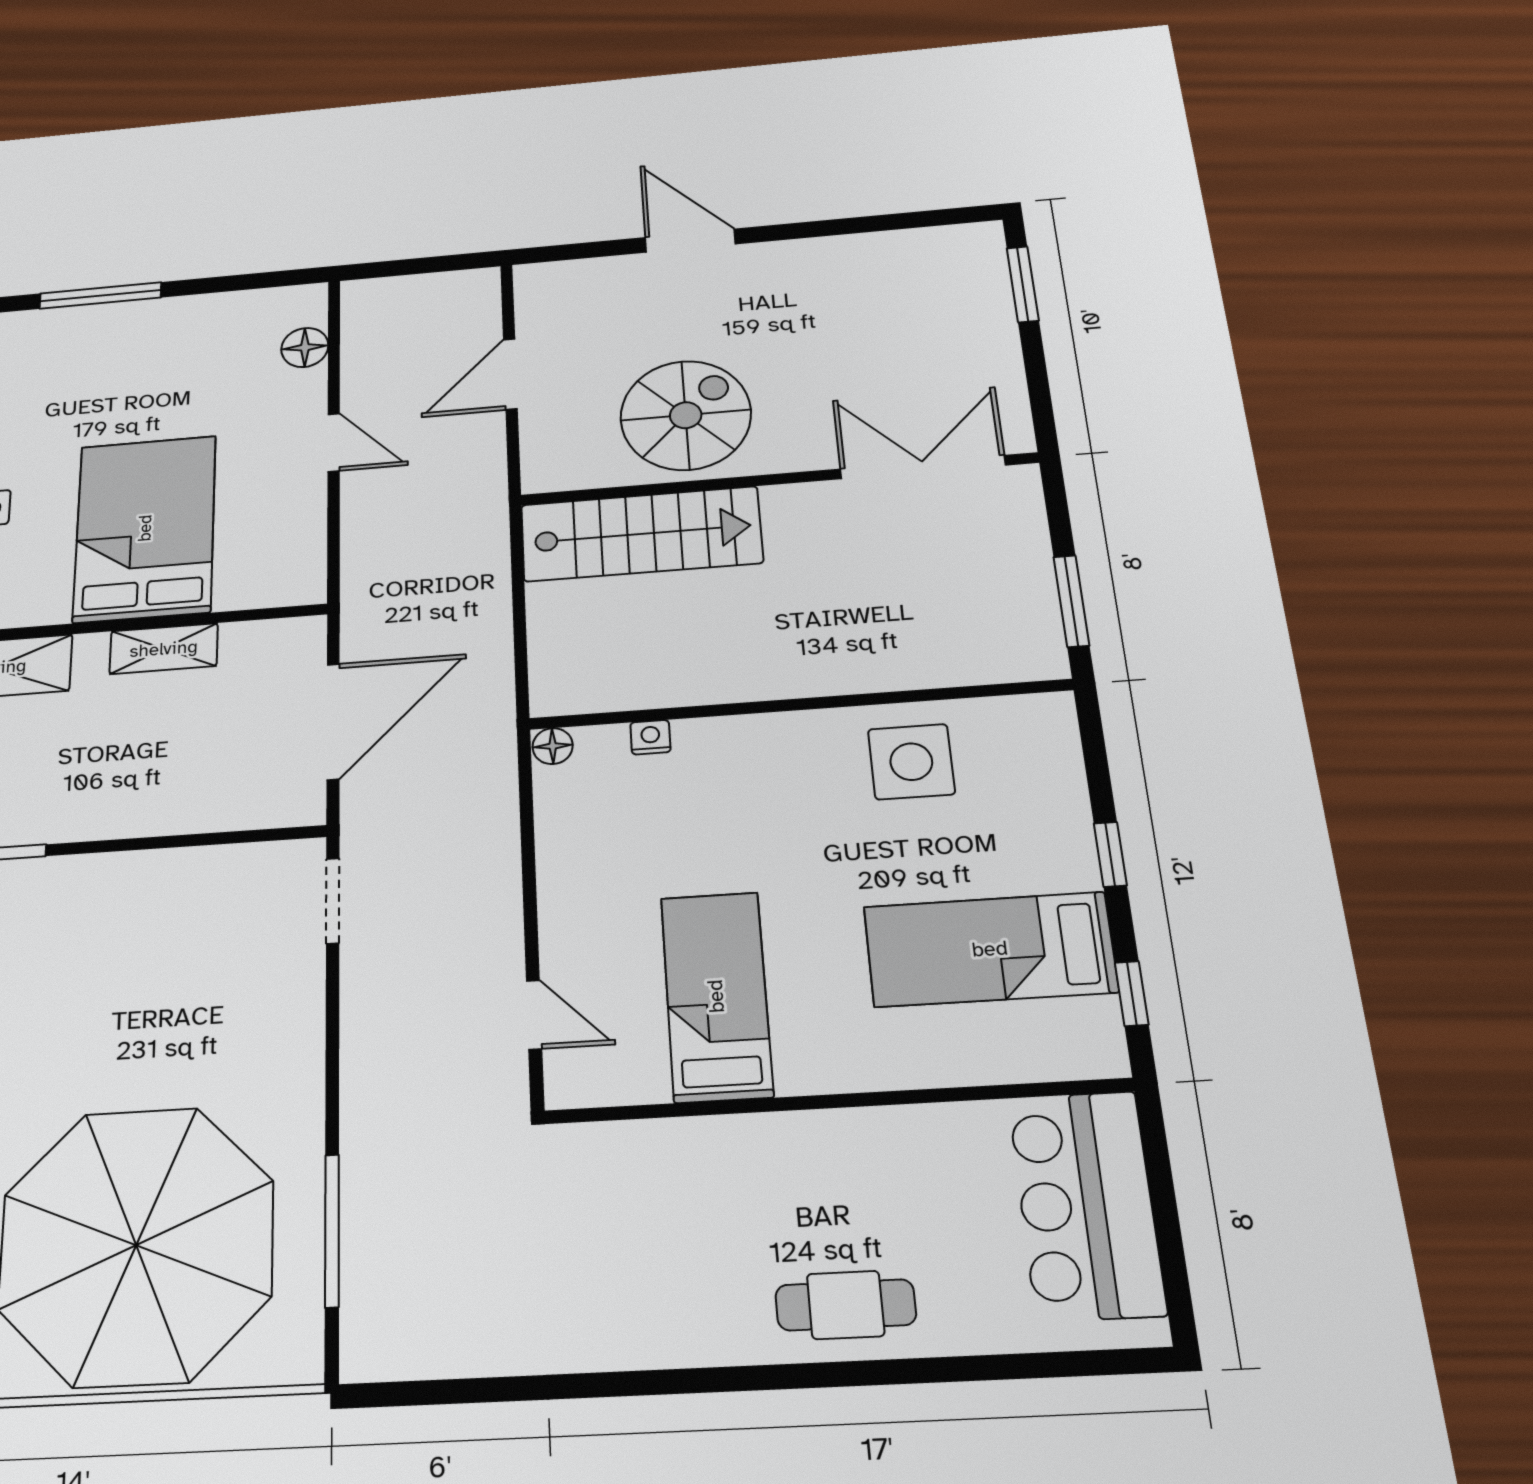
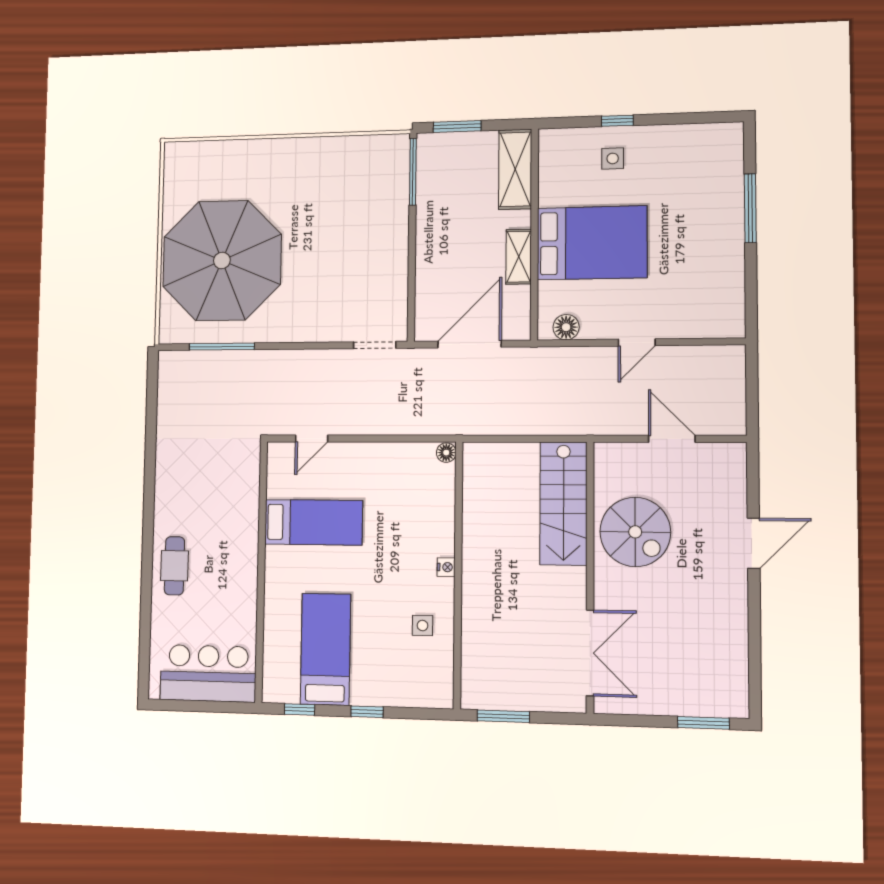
floor lamp: (305, 347) -> (566, 327), moved
door: (333, 721) -> (470, 344), swing flipped
nightstand: (650, 737) -> (446, 567), moved
side table: (911, 762) -> (423, 625), width x0.54, depth x0.54

